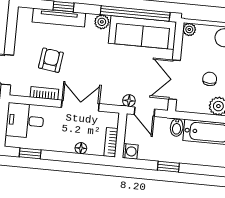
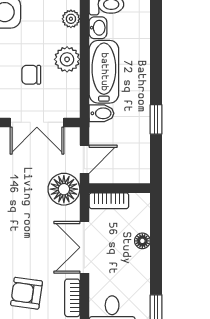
floor lamp: (129, 101) -> (64, 189), width x1.89, depth x1.89
bookcase: (111, 142) -> (109, 201), moved
washing machine: (130, 151) -> (140, 173), removed

